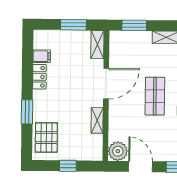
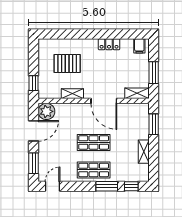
filing cabinet: (42, 56) -> (139, 46), moved
window: (27, 112) -> (79, 34), removed
pallet: (46, 137) -> (67, 63), moved
window: (68, 166) -> (34, 83), moved

